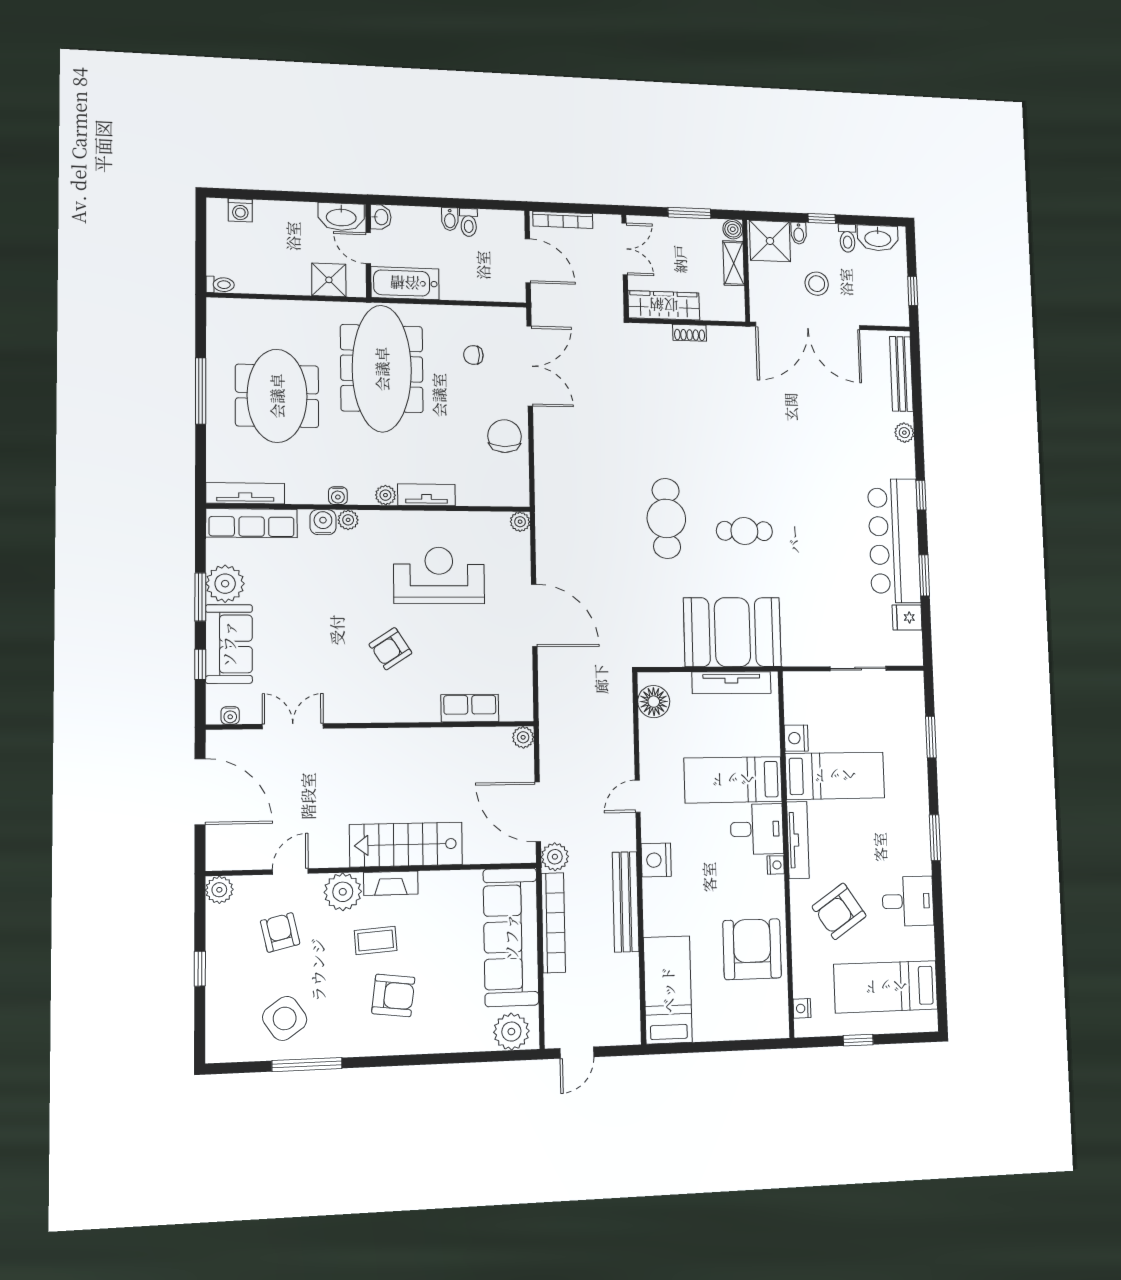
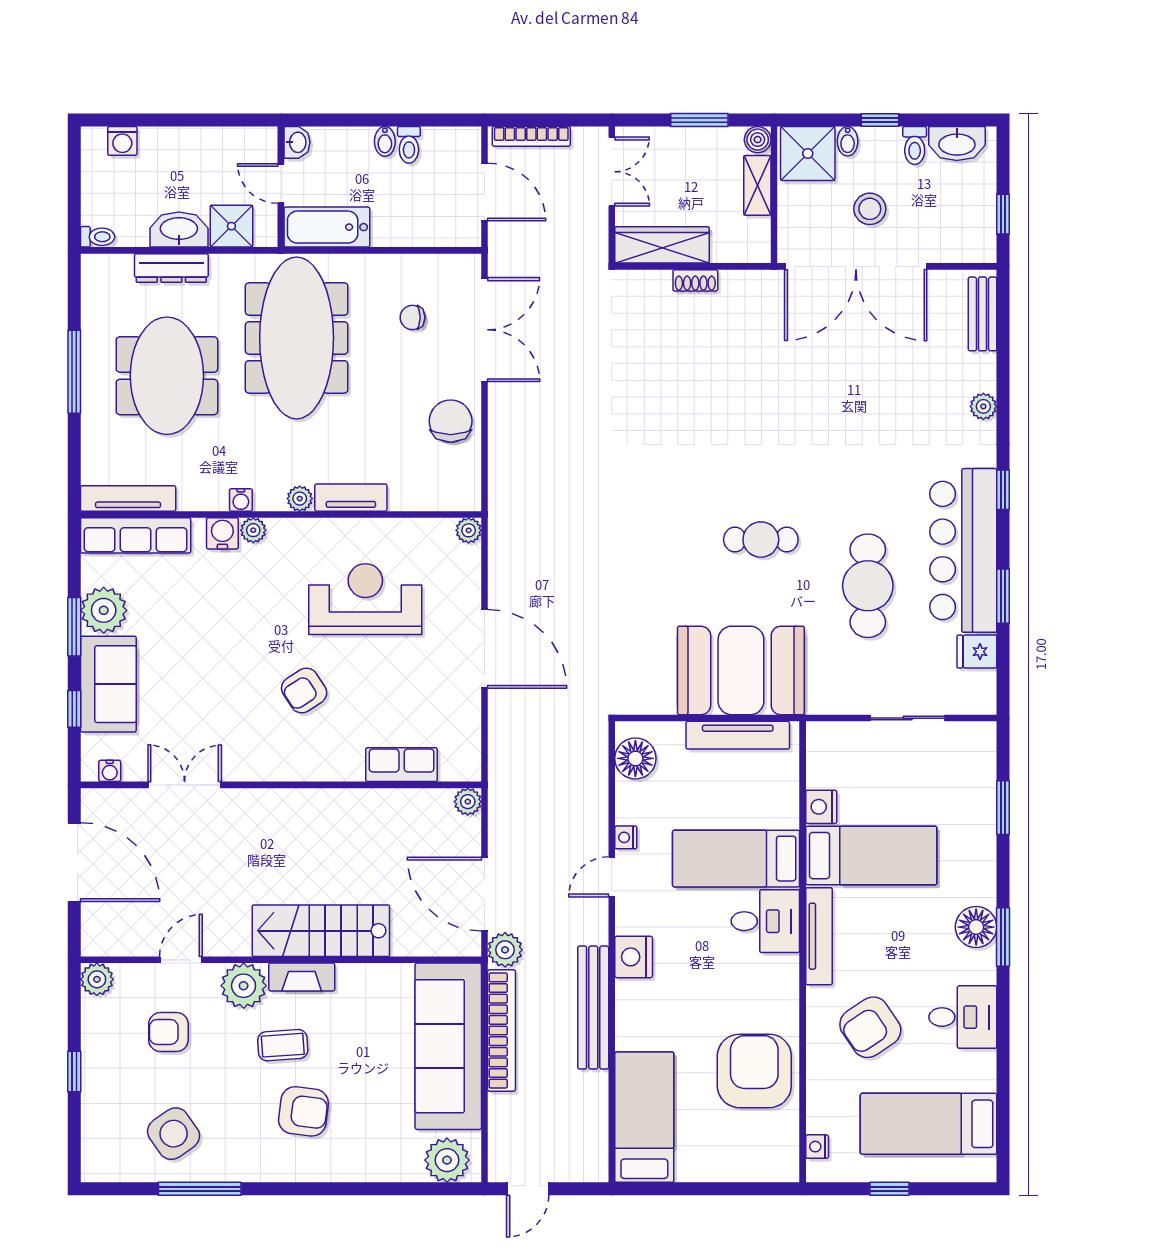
washbasin: (341, 217) -> (179, 230), moved, turned 180
dresser: (280, 311) -> (171, 268), added
bench: (901, 374) -> (983, 314), width x0.73
cafe table: (666, 518) -> (868, 586), moved
floor lamp: (915, 830) -> (976, 927), added
nightstand: (776, 865) -> (626, 837), moved, turned 180
armchair: (280, 932) -> (168, 1032), turned -77

